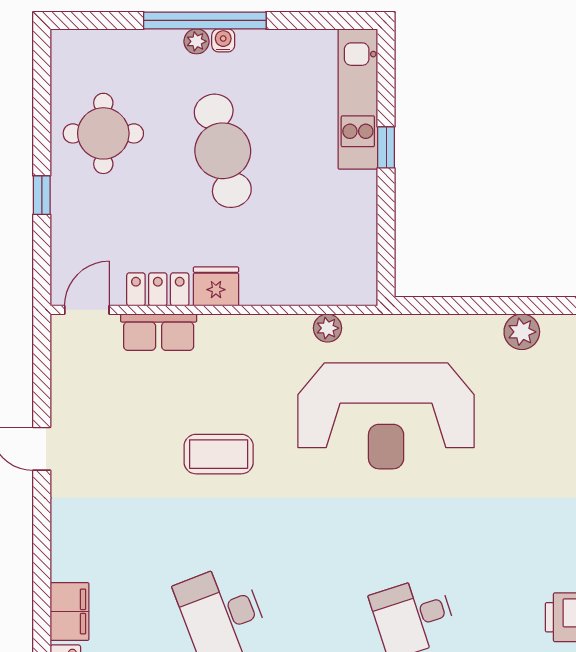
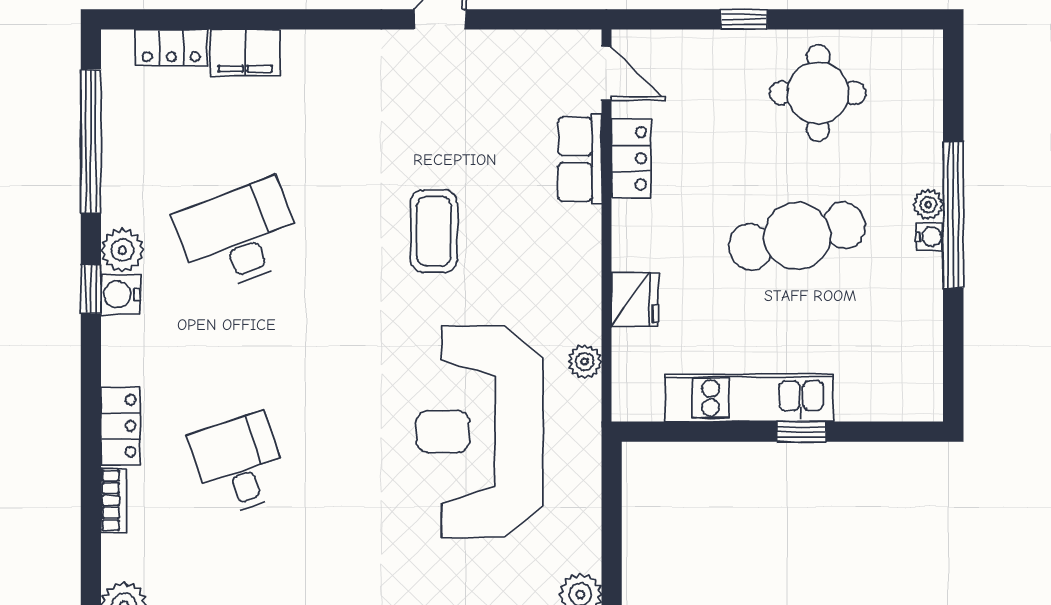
kitchen unit: (358, 99) -> (749, 398), moved
fridge: (216, 286) -> (635, 300), moved

